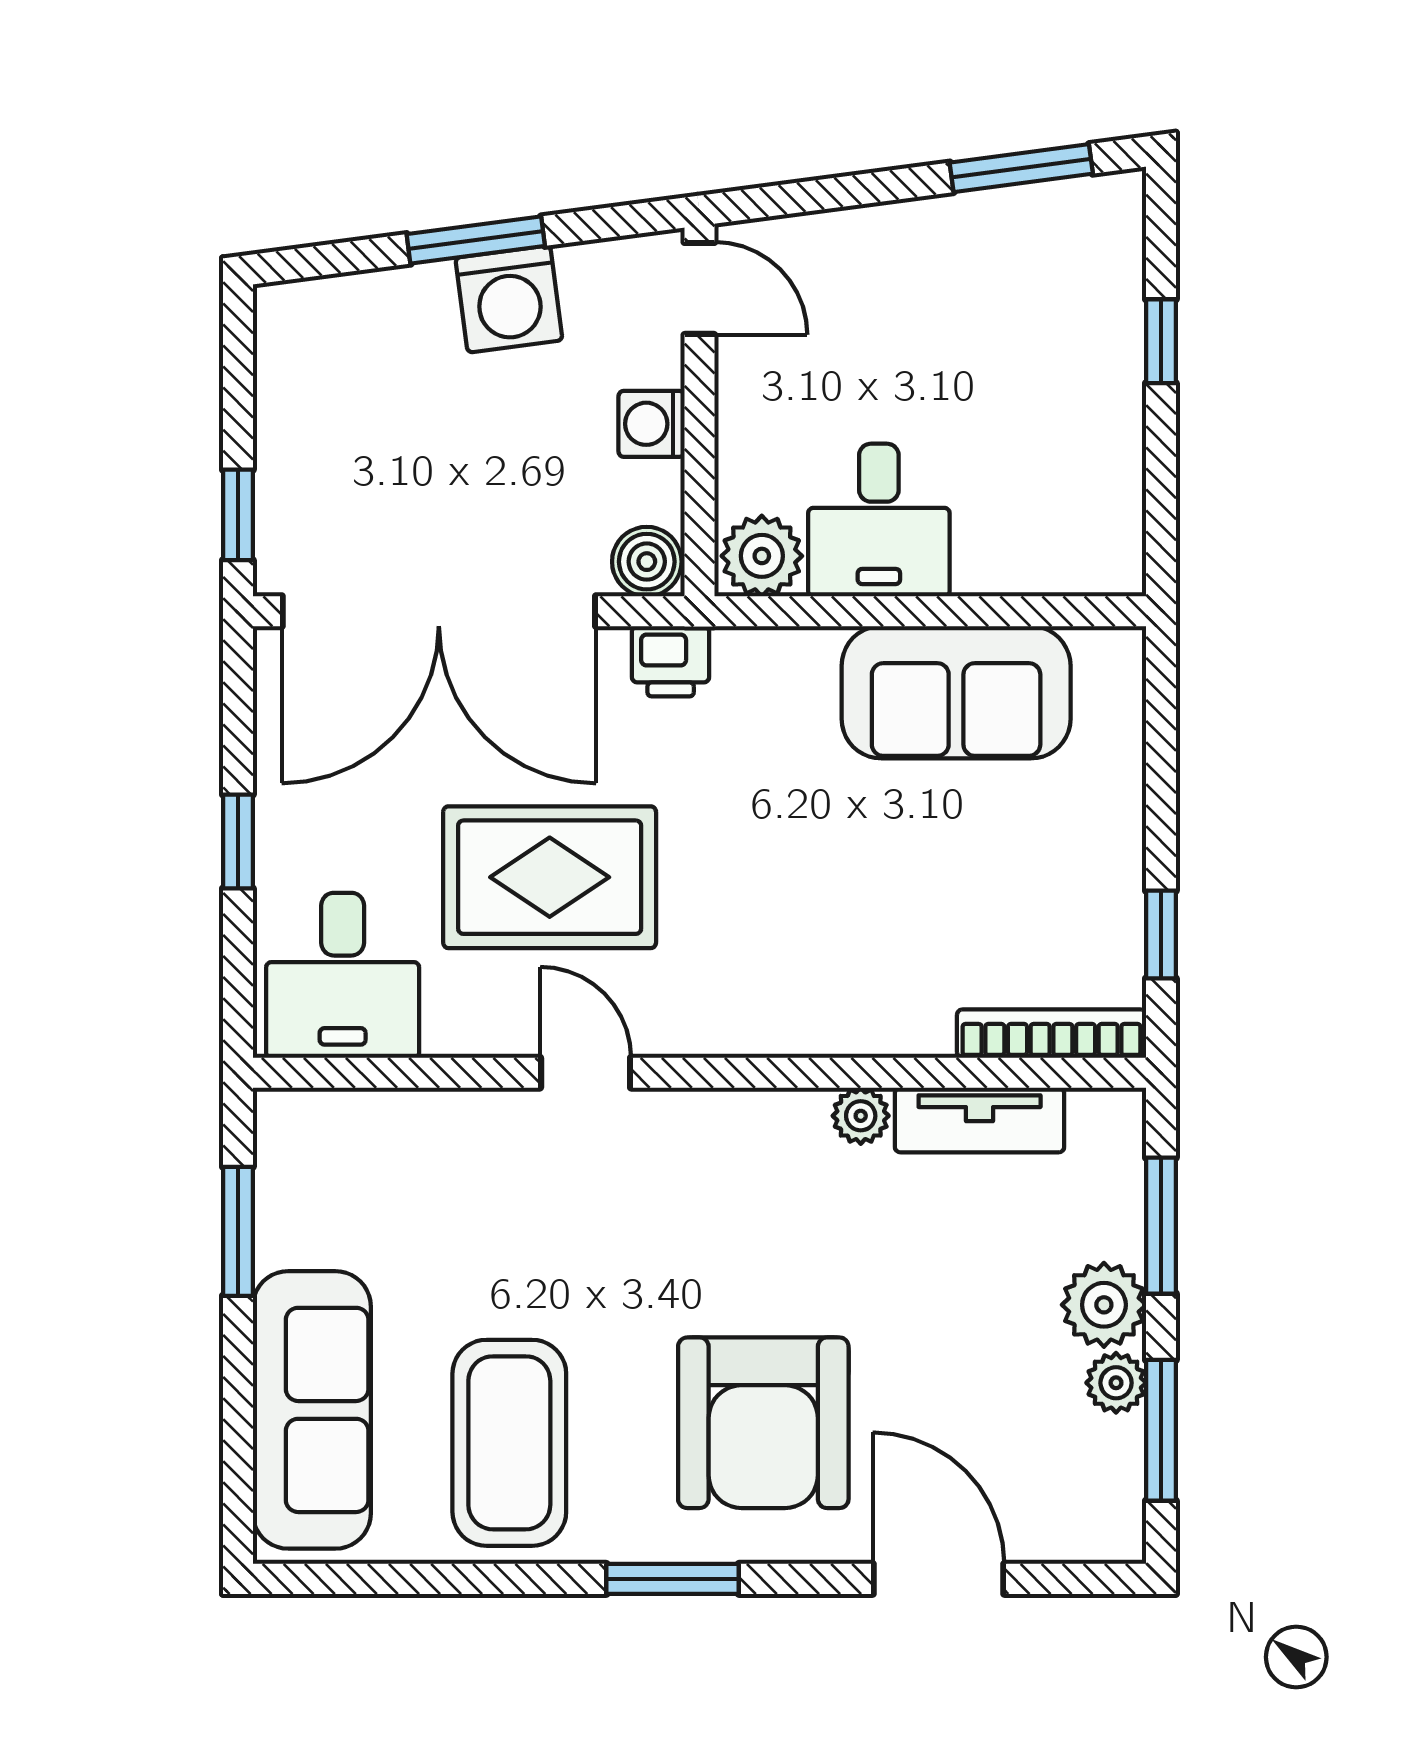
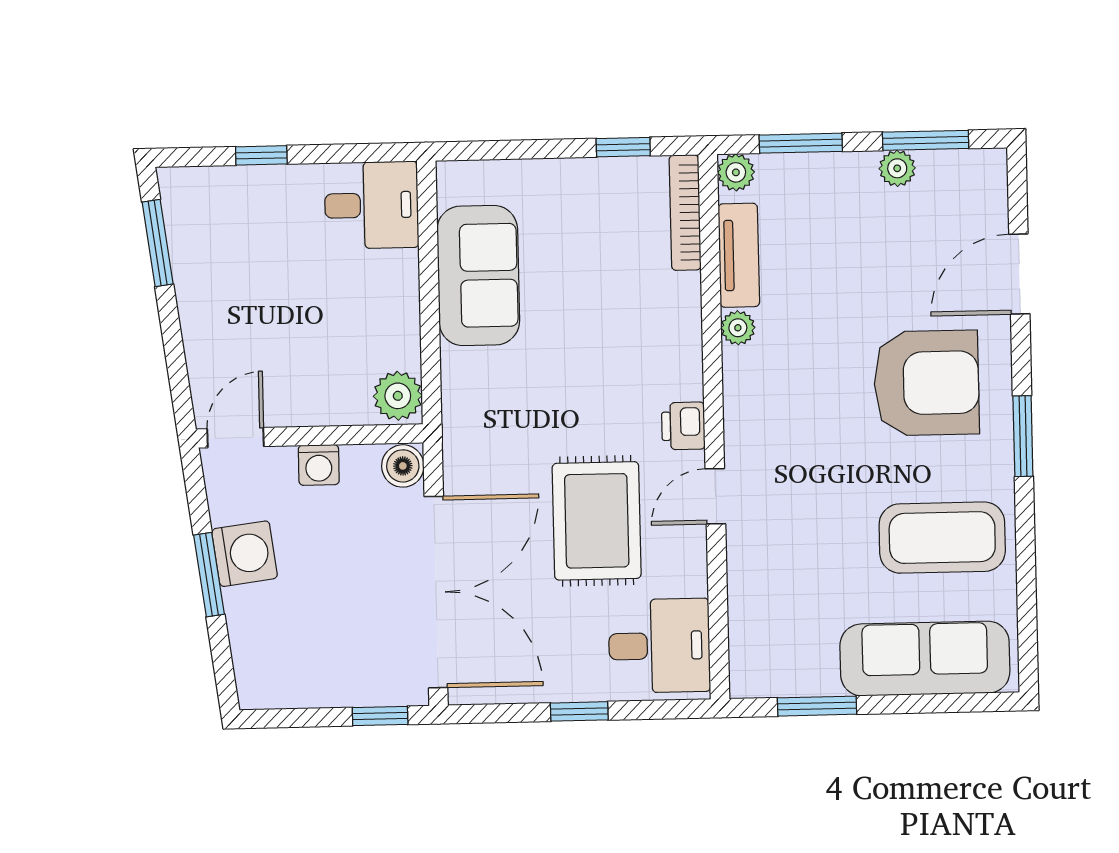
desk: (879, 520) -> (372, 205), moved
printer: (671, 661) -> (683, 426), moved, turned 180
plant: (1104, 1305) -> (736, 172), moved, width x0.73, depth x0.73

